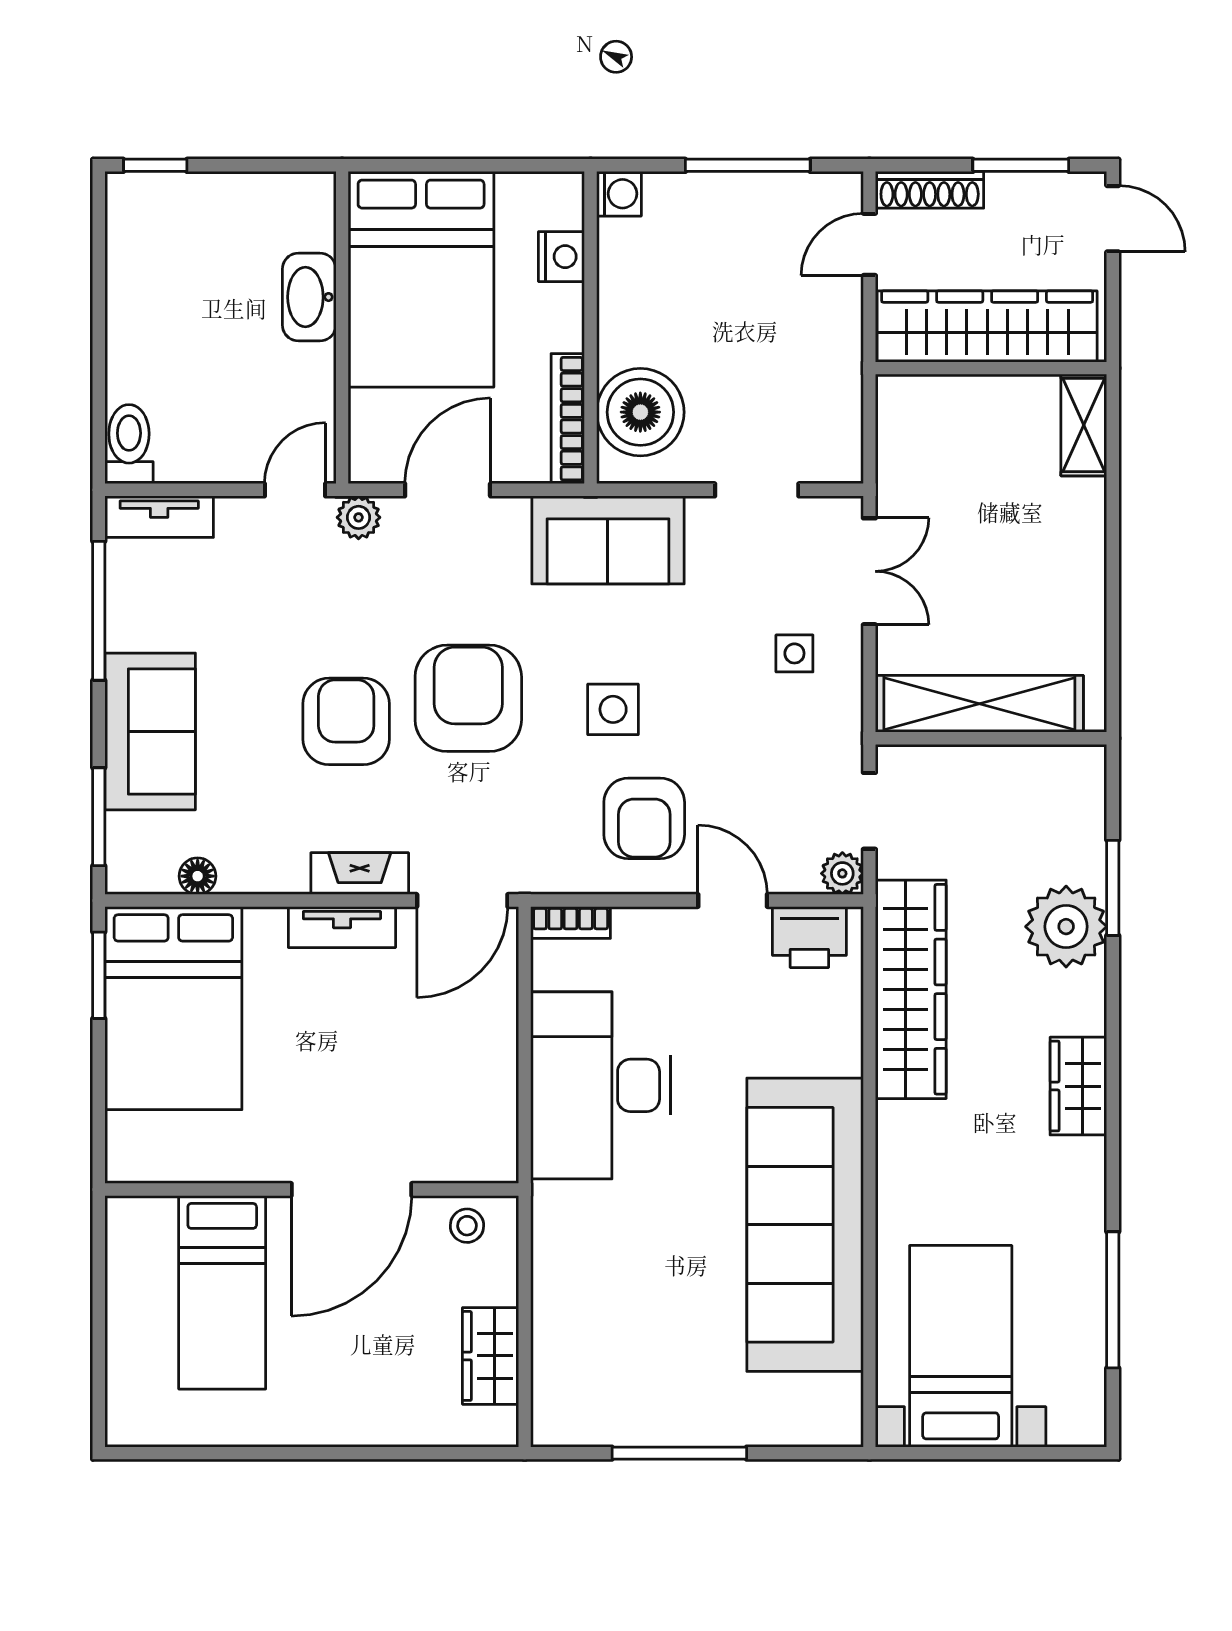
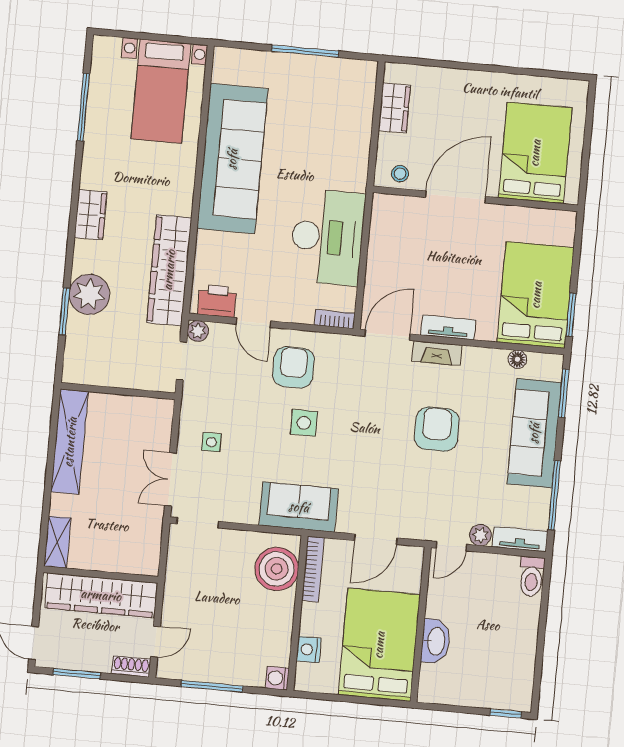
shoe rack: (930, 190) -> (131, 667), width x0.70
doorway: (757, 490) -> (198, 523), moved
plant: (359, 517) -> (480, 535), moved
armchair: (468, 698) -> (375, 435), removed
shelving: (979, 704) -> (70, 442), moved, turned 90
armchair: (346, 721) -> (437, 429), turned 180
sofa: (150, 731) -> (534, 433), width x1.36
bed: (222, 1292) -> (535, 153), width x1.50

